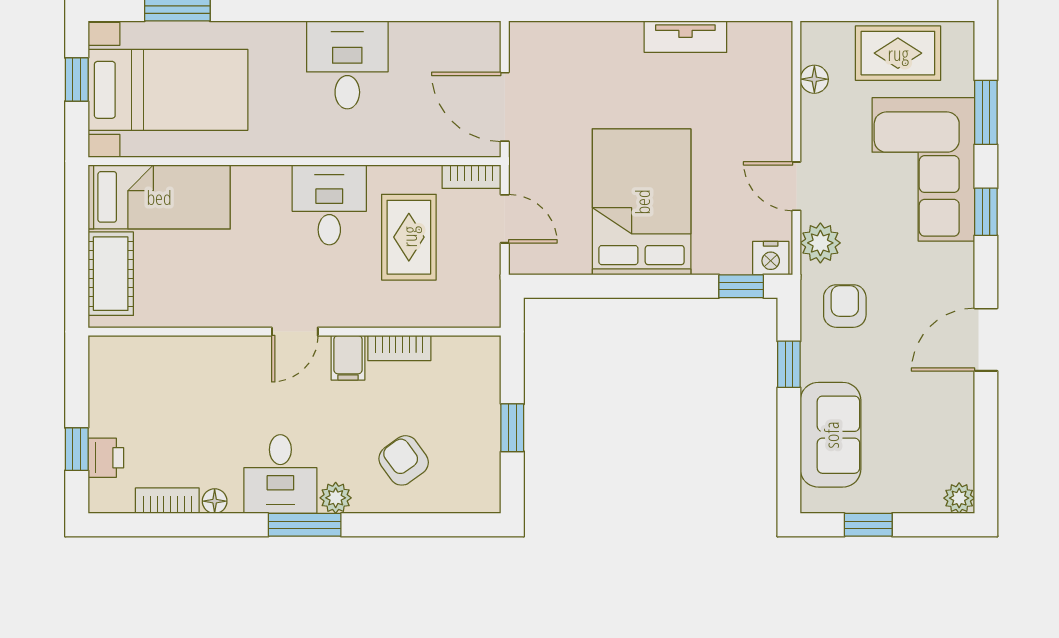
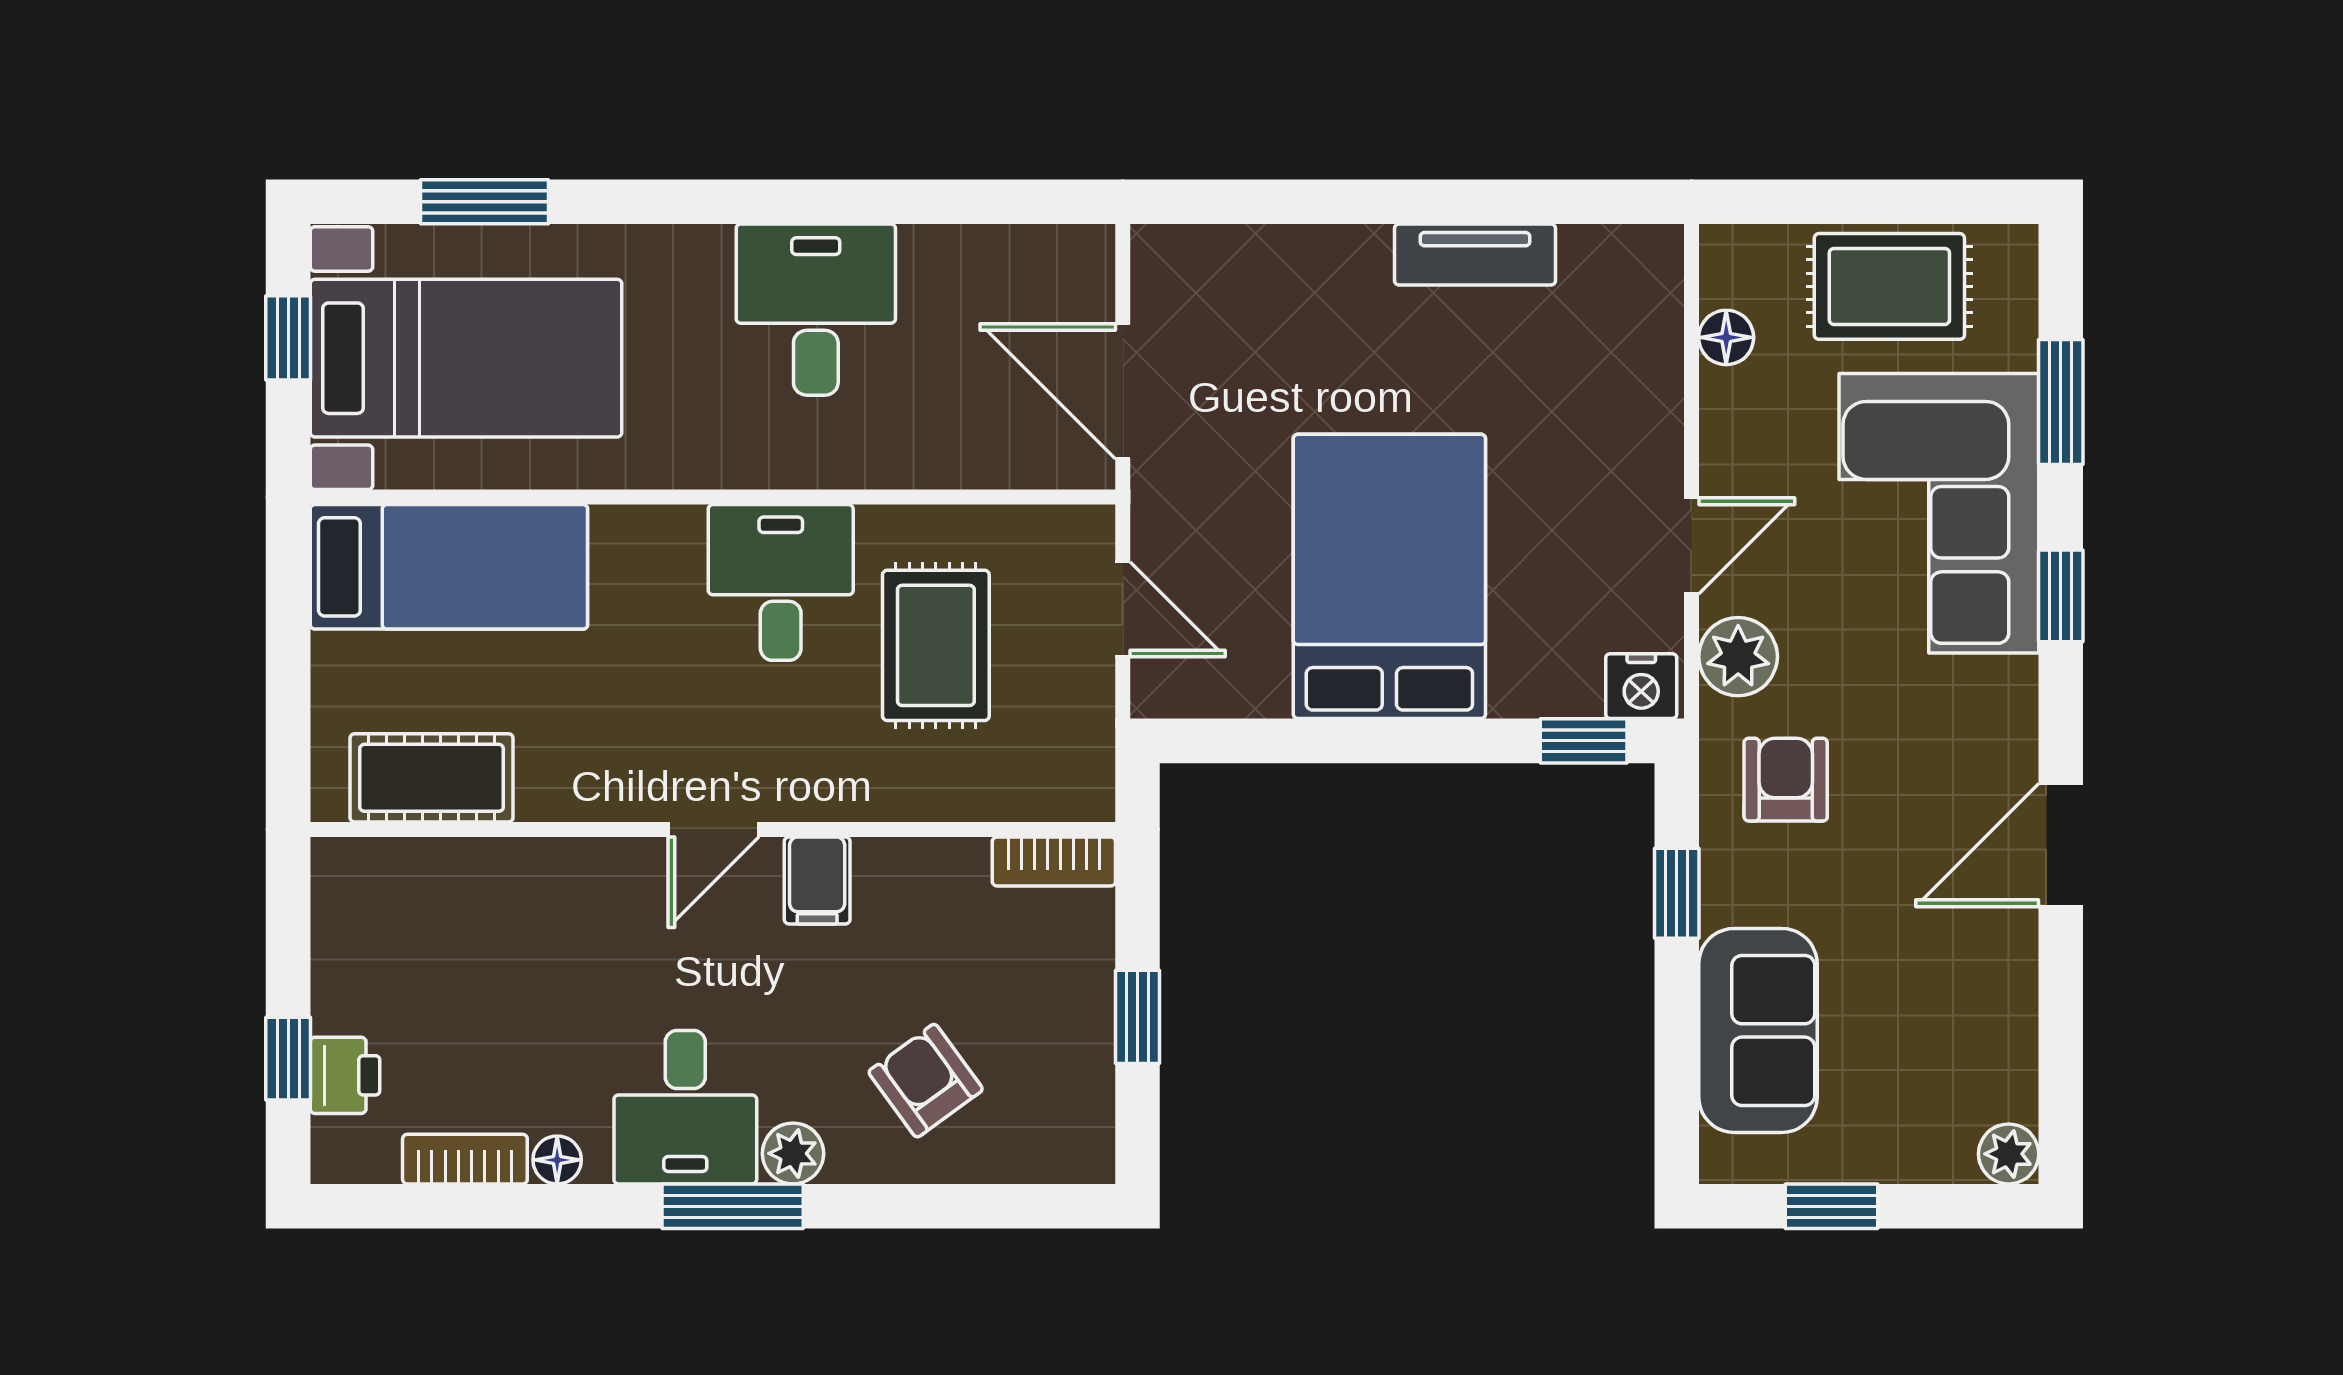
bookcase: (472, 177) -> (1058, 527), removed
door: (796, 186) -> (1691, 546), swing flipped
cot: (111, 274) -> (432, 778), moved, turned 90
bookcase: (399, 348) -> (1054, 861), moved

